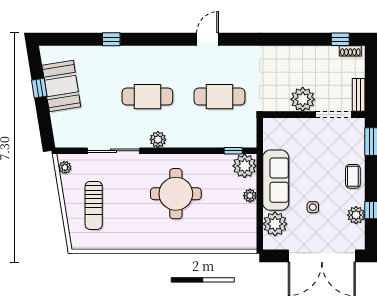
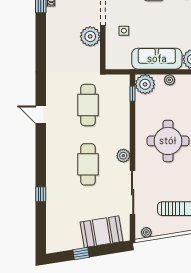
booth: (61, 86) -> (101, 232), moved
side table: (313, 207) -> (124, 31), moved

